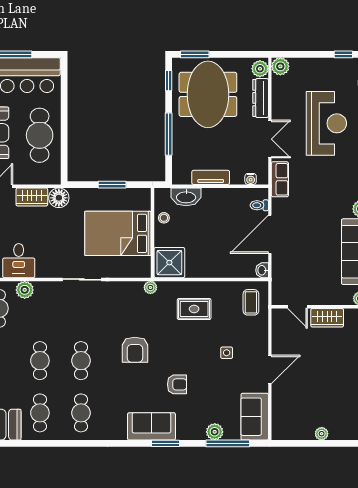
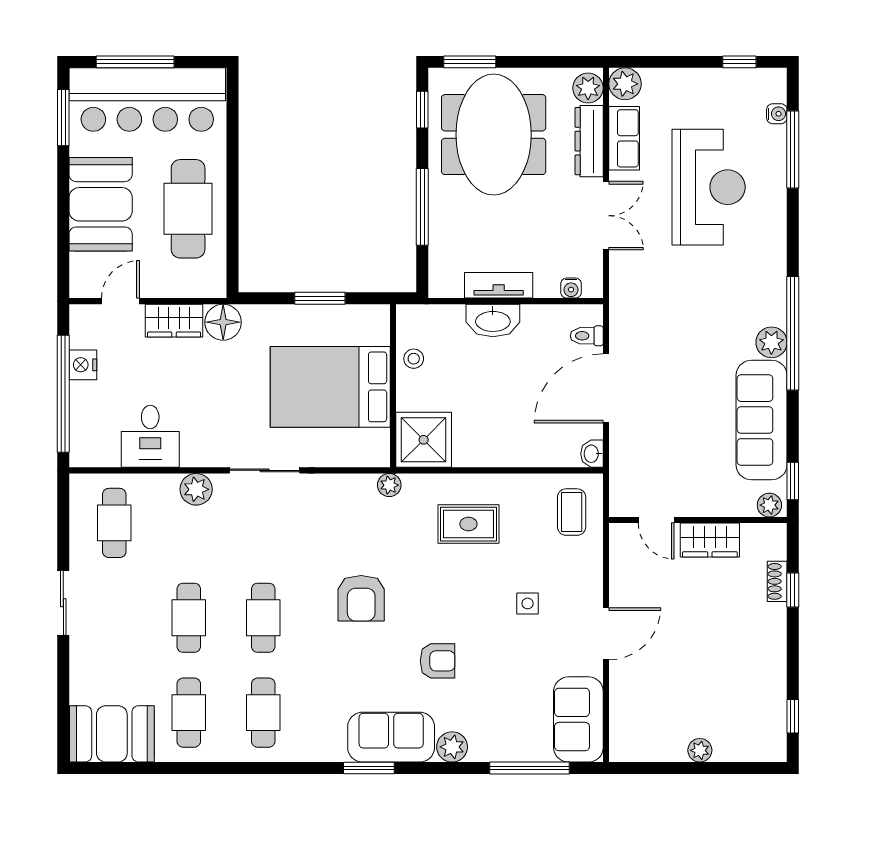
row of seats: (280, 179) -> (624, 138), moved
washbasin: (186, 197) -> (493, 320), moved
plant: (25, 290) -> (196, 489), moved
plant: (215, 432) -> (452, 747), moved
window: (165, 443) -> (369, 768), moved

